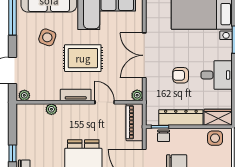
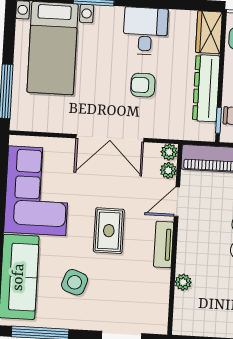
rug: (83, 58) -> (109, 231), width x0.73, depth x0.70
armchair: (181, 75) -> (143, 85), turned 90
plant: (24, 95) -> (168, 170), moved

